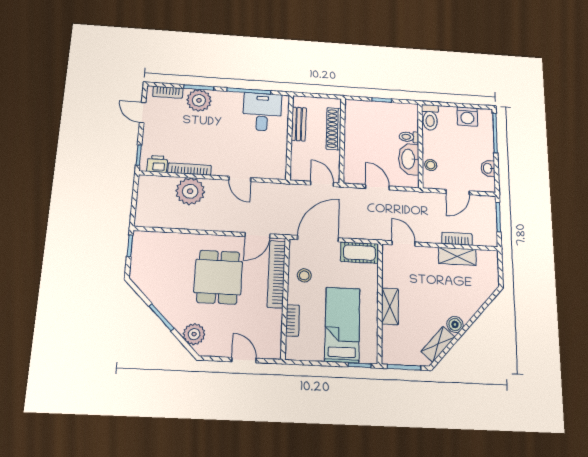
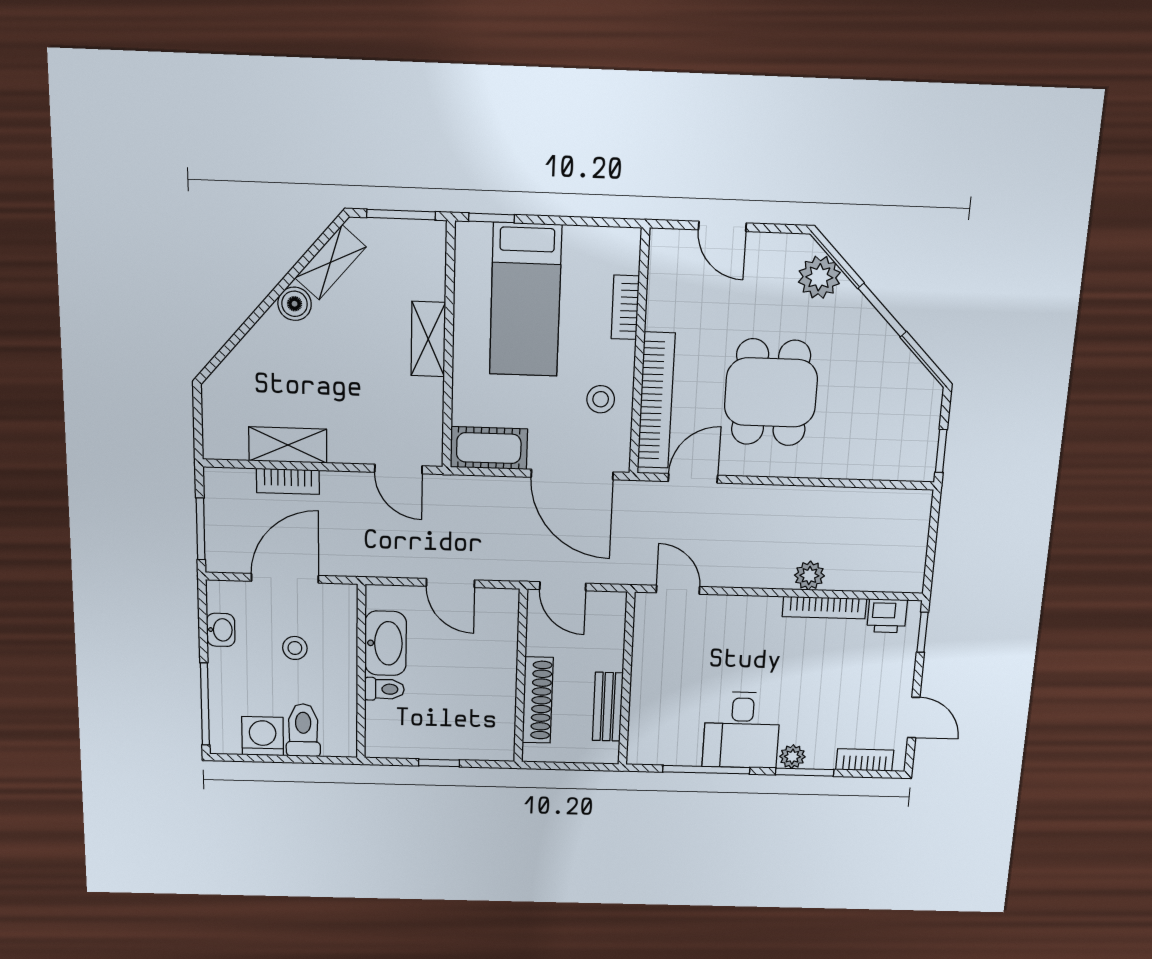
plant: (199, 100) -> (792, 757), width x0.53, depth x0.53
desk: (262, 112) -> (742, 730), moved
toilet: (430, 117) -> (303, 730), moved
stool: (431, 165) -> (295, 648), moved
door: (240, 179) -> (678, 590), moved
plant: (190, 191) -> (809, 576), width x0.53, depth x0.53
door: (458, 192) -> (285, 578), width x1.38
door: (318, 239) -> (572, 475), hinge flipped

